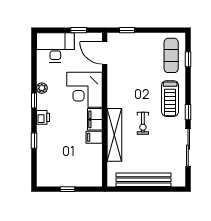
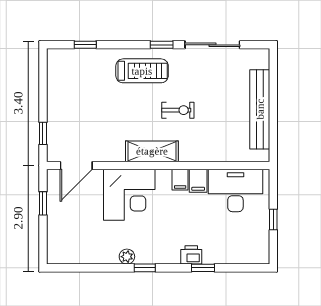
desk: (55, 47) -> (235, 190), moved, turned 90
exercise mat: (171, 55) -> (80, 69), removed
printer: (43, 117) -> (191, 255), moved
filing cabinet: (95, 119) -> (180, 180), width x0.50
shelving: (114, 135) -> (152, 151), moved, width x0.68

